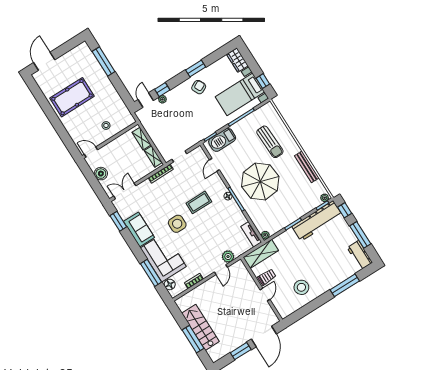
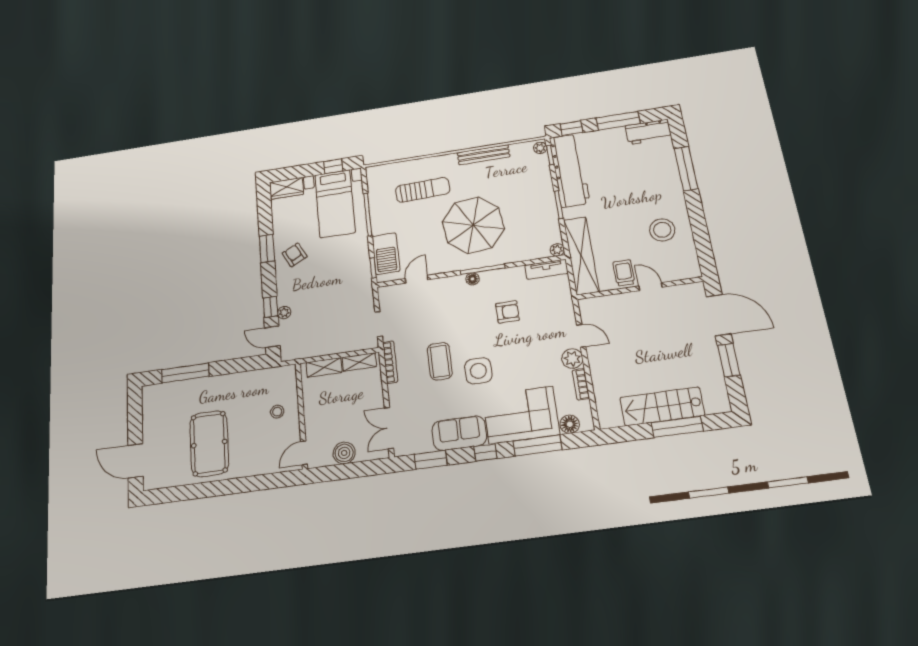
door: (214, 165) -> (417, 279), swing flipped
coffee table: (199, 202) -> (440, 361), moved
armchair: (217, 224) -> (507, 312), added
window: (135, 248) -> (485, 452), added
shelving: (261, 254) -> (581, 256), width x1.47
plant: (228, 257) -> (572, 359), moved

